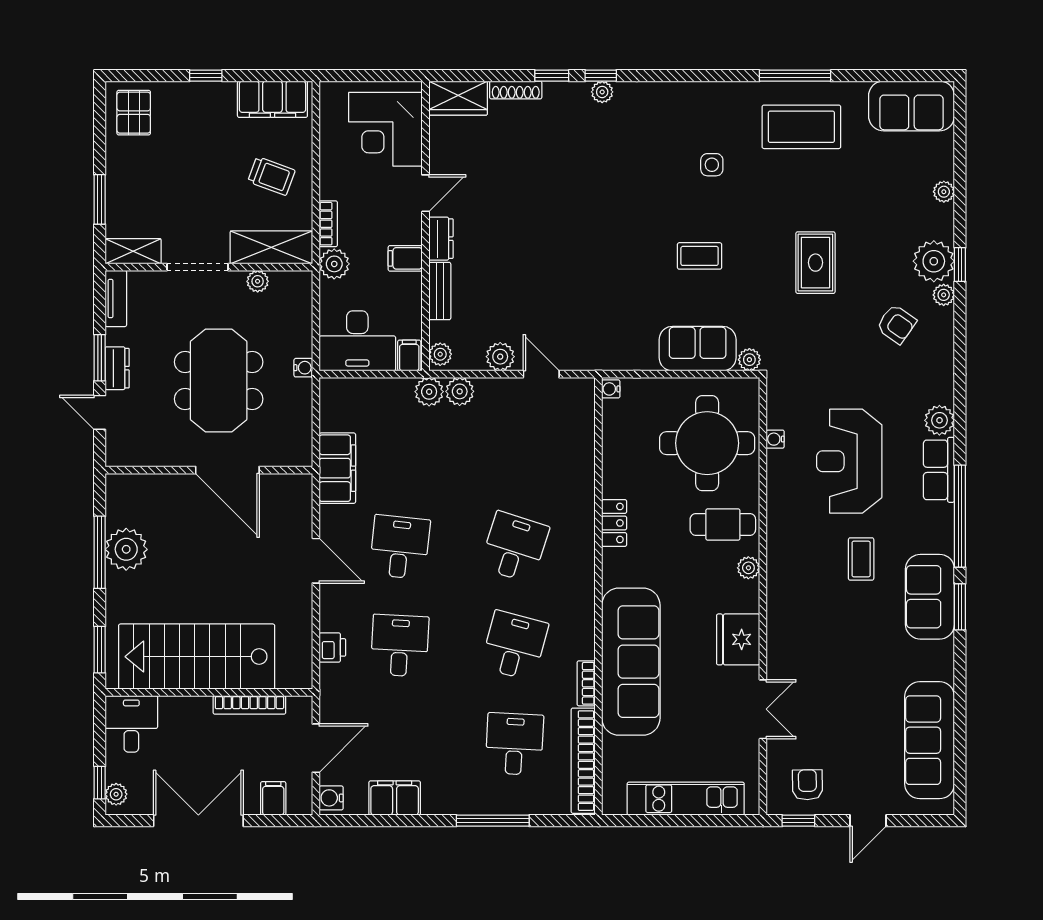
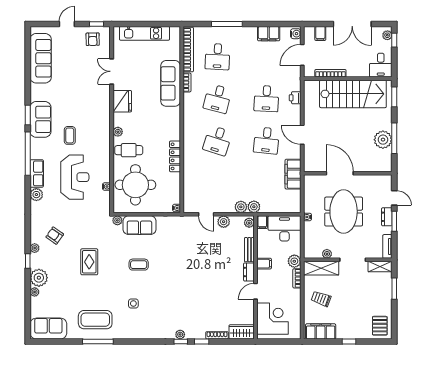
plant: (934, 261) -> (39, 278), moved
locker: (614, 523) -> (175, 156), width x1.53
sofa: (631, 662) -> (171, 83), width x0.74, depth x0.79

